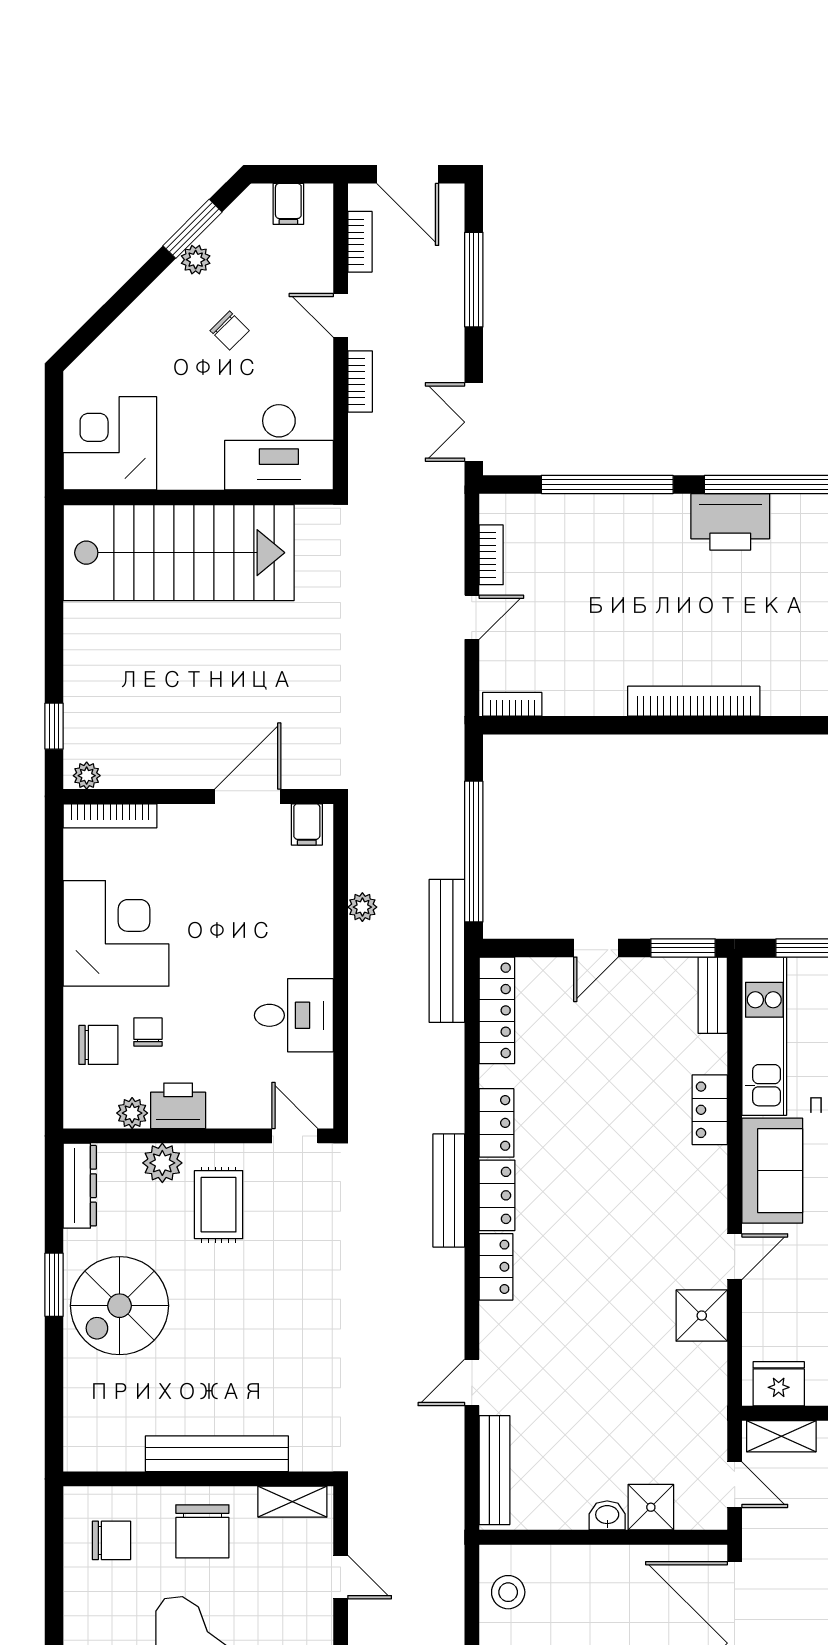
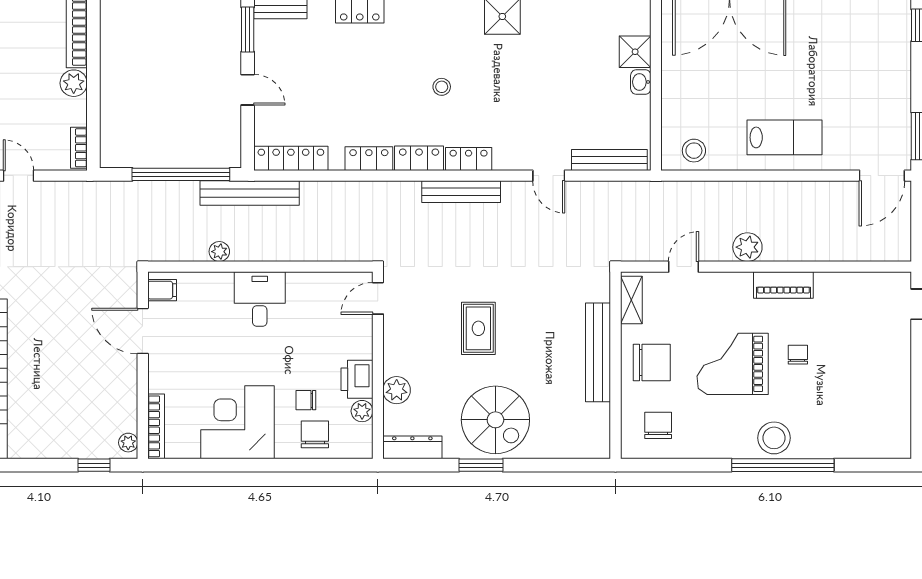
plant: (605, 697) -> (74, 83), added
desk: (294, 1015) -> (260, 299), moved
bench: (449, 1190) -> (461, 192), moved
rug: (219, 1205) -> (478, 328), moved, turned 90
stool: (600, 1228) -> (442, 87), added

